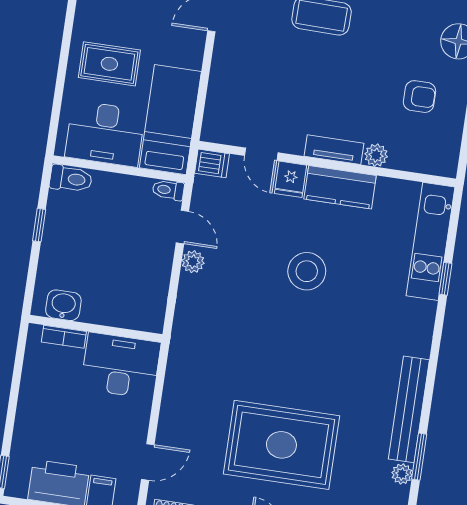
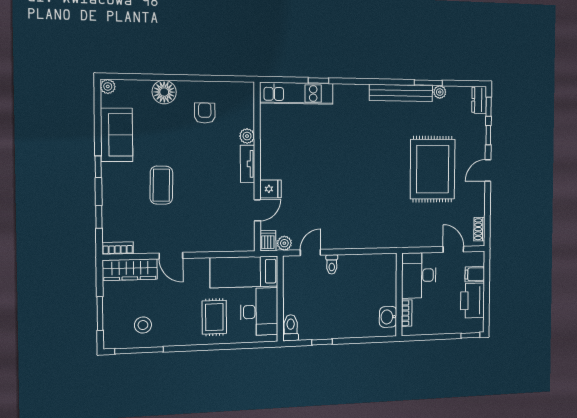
kitchen counter: (340, 187) -> (271, 156), removed
toilet: (168, 190) -> (332, 264), moved
plant: (193, 262) -> (284, 243), moved
stool: (307, 271) -> (326, 170), removed
washbasin: (63, 305) -> (388, 317), moved
wall: (96, 329) -> (399, 295), moved
bookcase: (64, 337) -> (407, 313), moved
desk: (121, 366) -> (419, 275), moved

